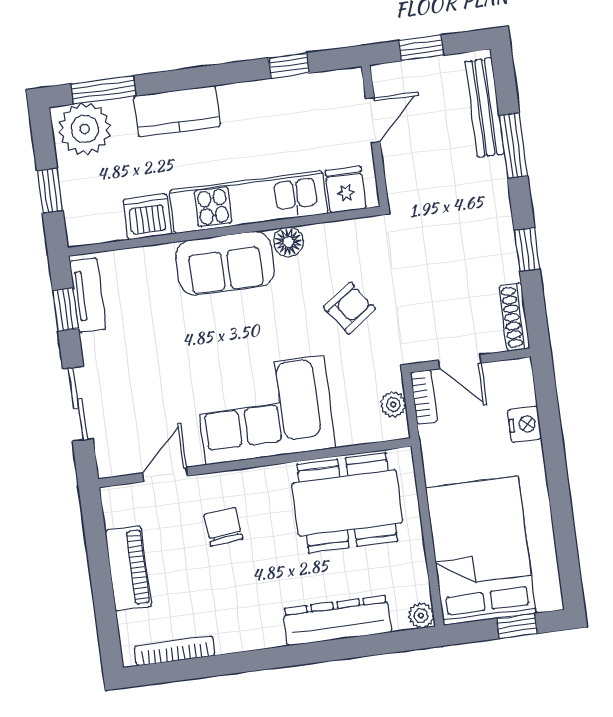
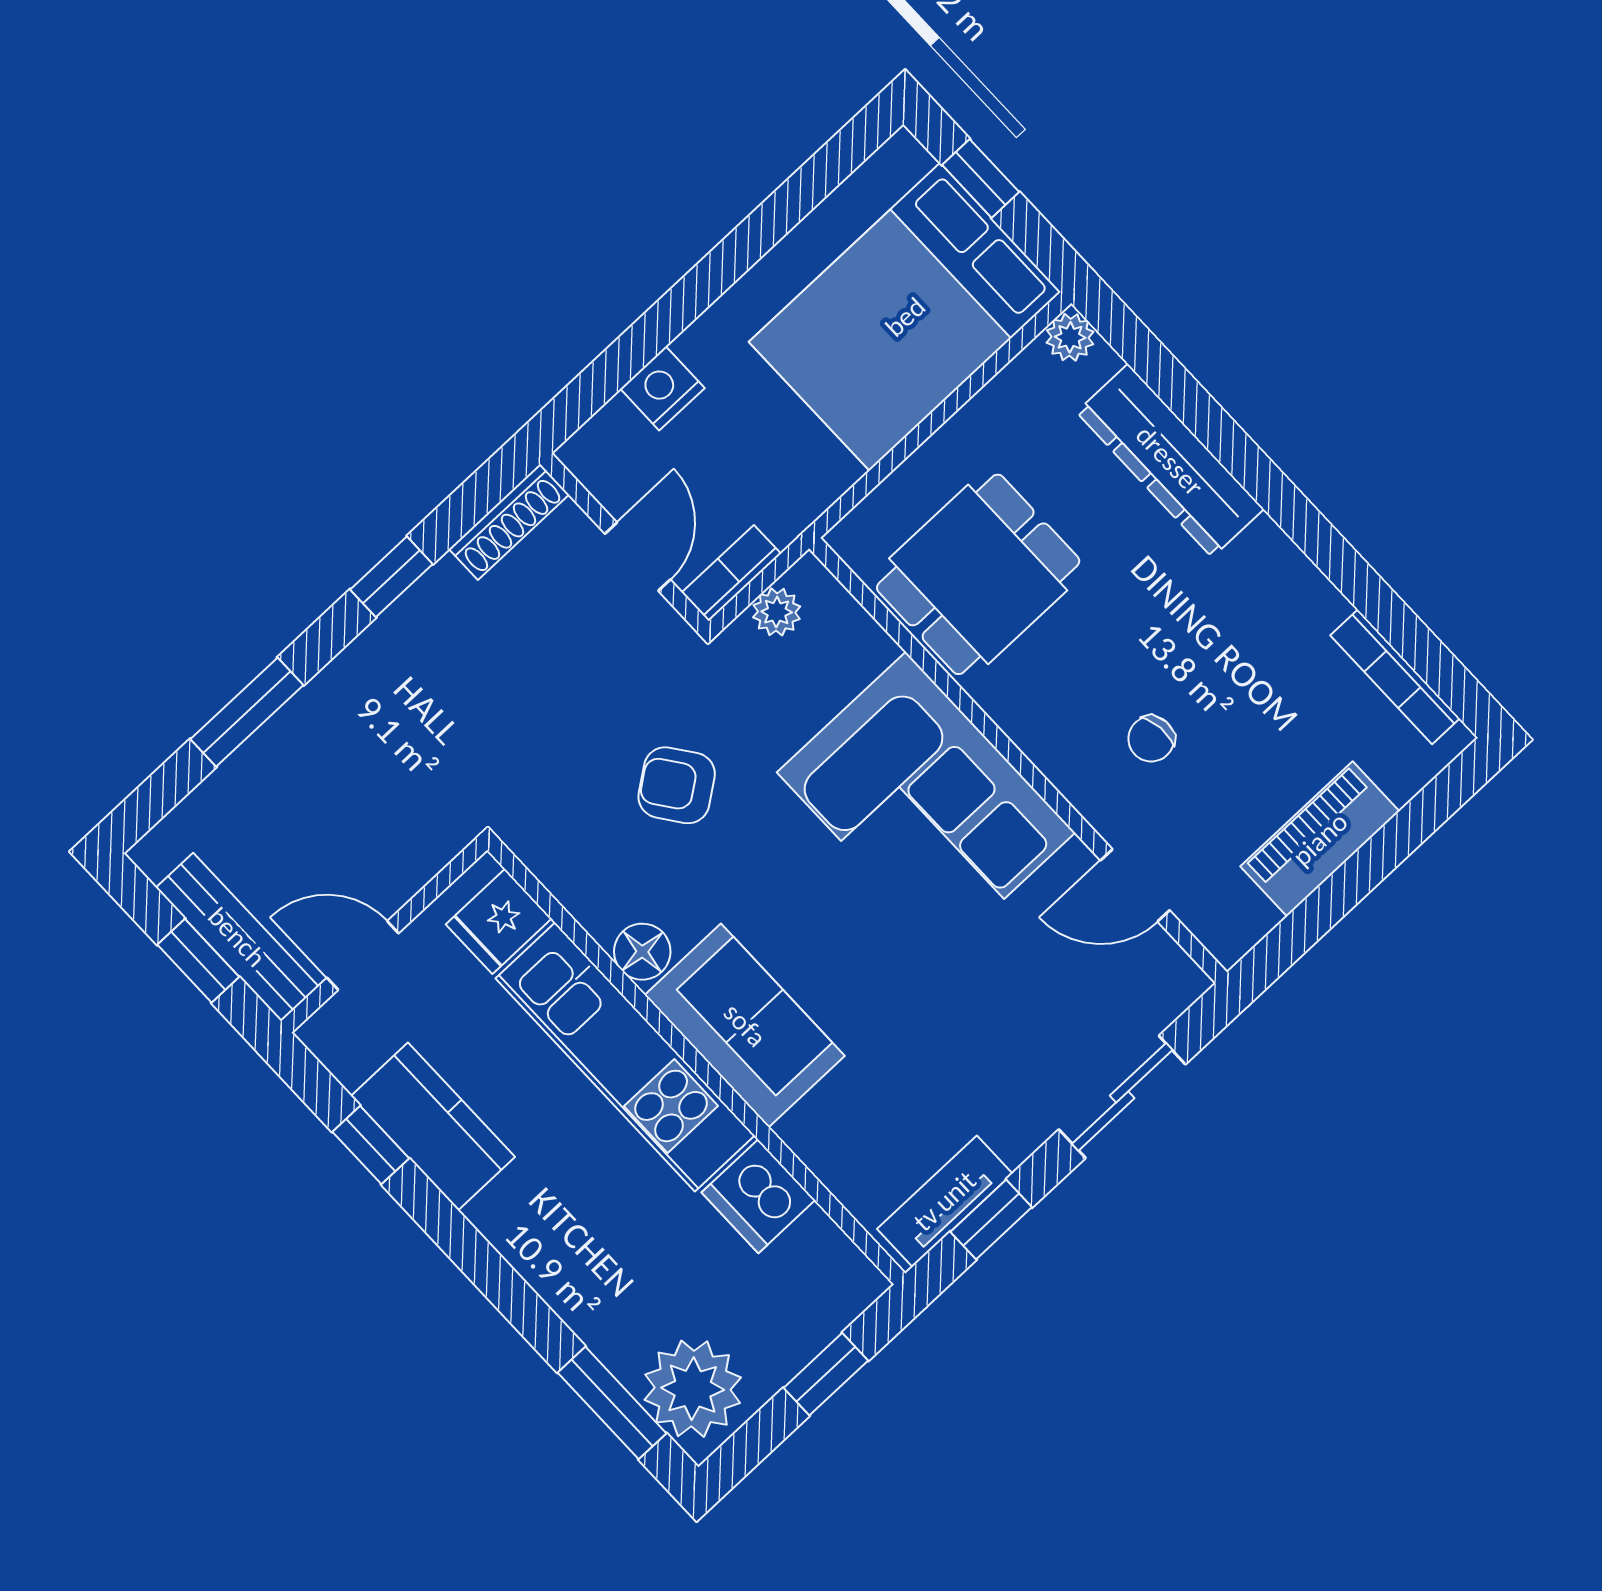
bench: (485, 108) -> (237, 937), moved, turned 90
kitchen counter: (177, 111) -> (433, 1127), moved
dining table: (347, 503) -> (978, 574), width x0.73
chair: (223, 527) -> (1151, 739), width x0.73, depth x0.73

